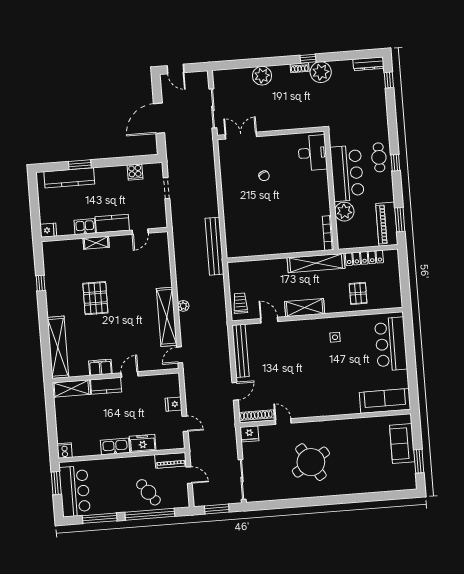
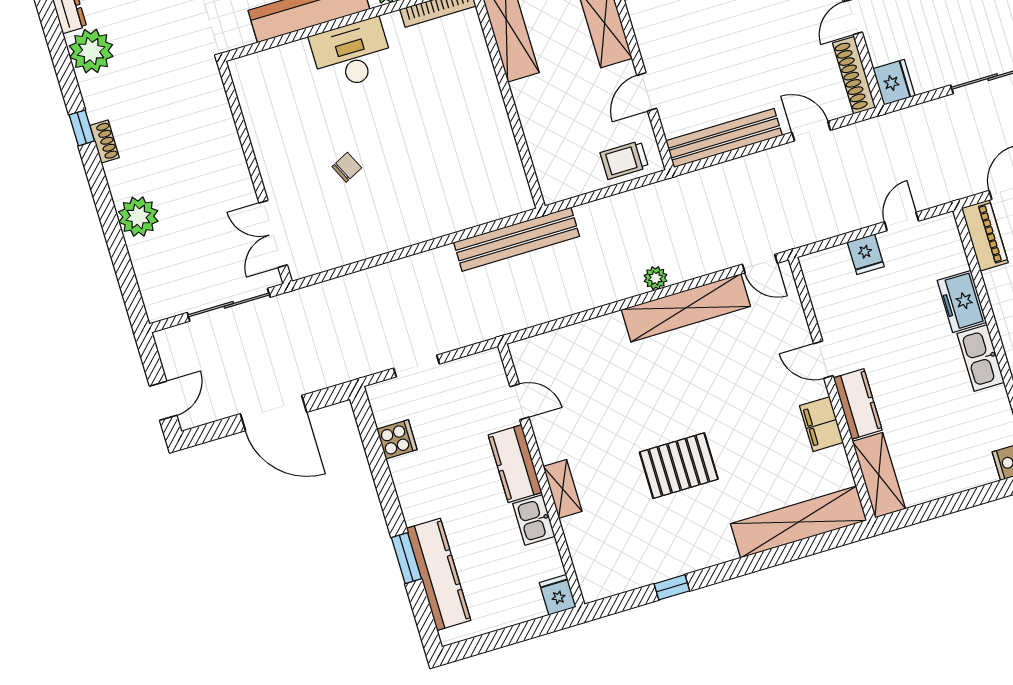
plant: (321, 72) -> (91, 51), moved
desk: (312, 153) -> (352, 54), moved

